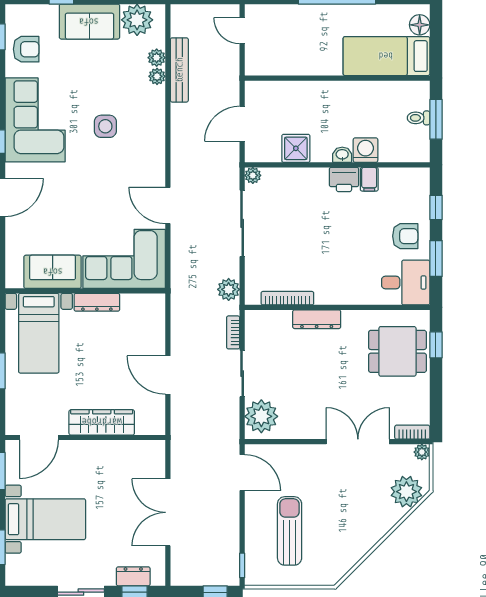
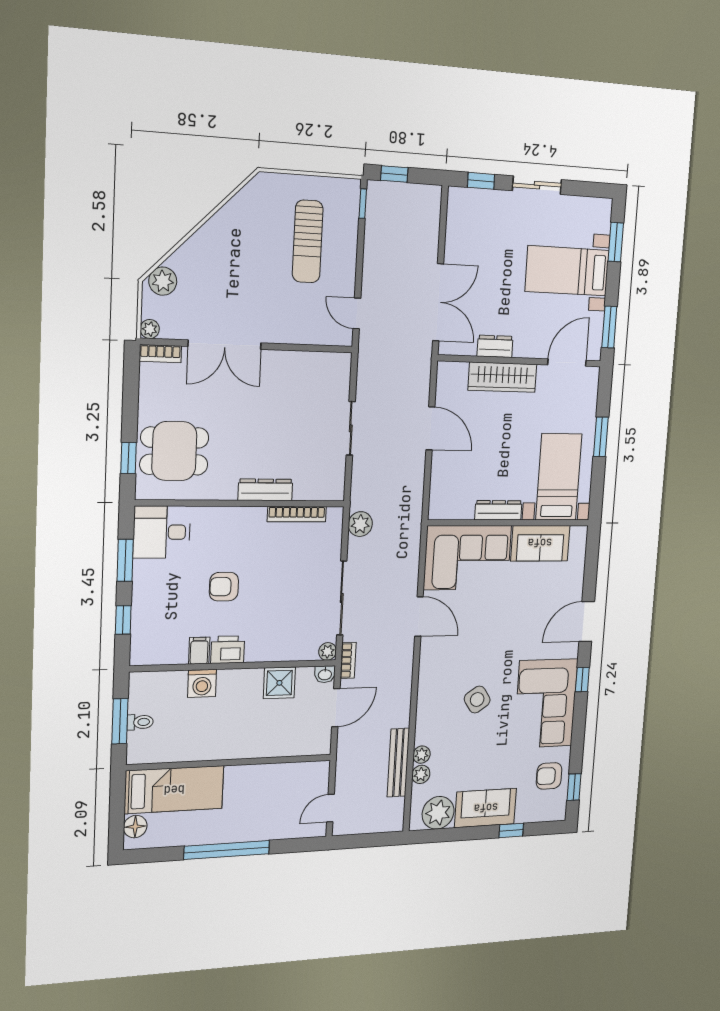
door: (242, 31) -> (330, 808), swing flipped
side table: (105, 126) -> (477, 699), turned -34
washbasin: (342, 155) -> (325, 674), moved
armchair: (405, 236) -> (224, 587), moved
bookcase: (233, 332) -> (348, 660), moved
plant: (261, 416) -> (332, 378), removed
door: (242, 473) -> (357, 313), width x0.73
plant: (406, 492) -> (163, 281), width x0.73, depth x0.73
double door: (168, 512) -> (438, 302), moved
dresser: (133, 576) -> (495, 346), moved, turned 180

